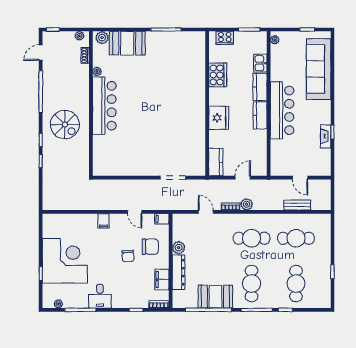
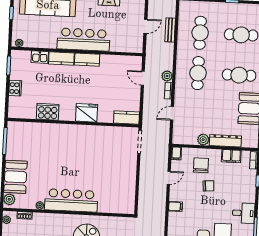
cooker: (218, 75) -> (48, 112), moved
wall: (207, 104) -> (73, 123), moved
fridge: (219, 118) -> (87, 113), moved
kitchen counter: (216, 162) -> (127, 117), moved

